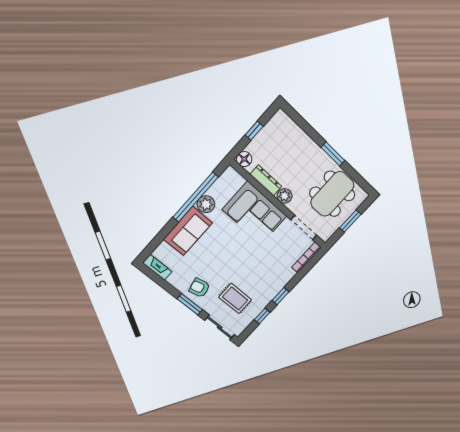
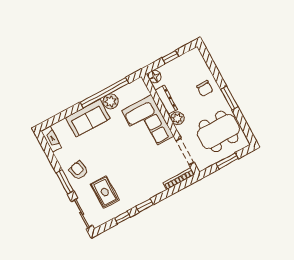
chair: (304, 153) -> (205, 89), added

